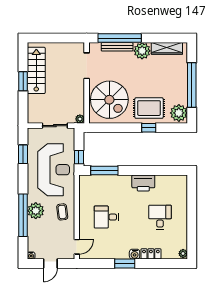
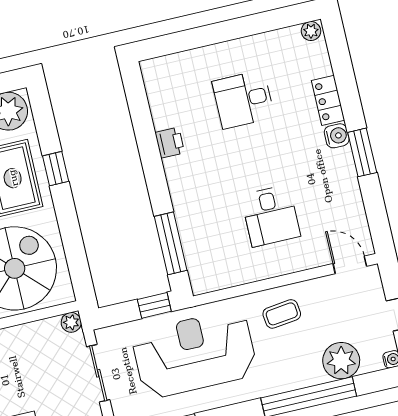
printer: (143, 183) -> (170, 143), width x0.53, depth x0.68
plant: (36, 211) -> (341, 361), moved

